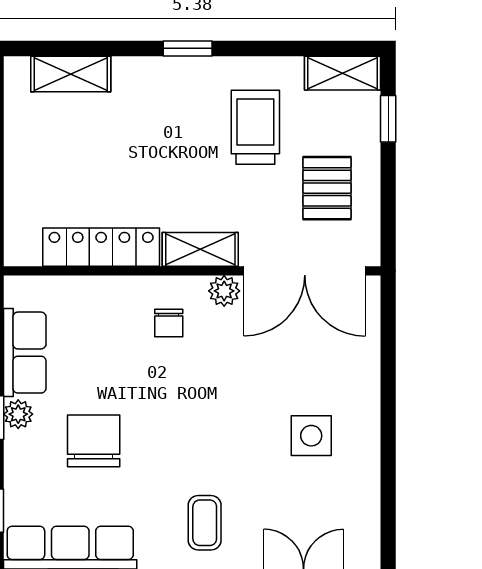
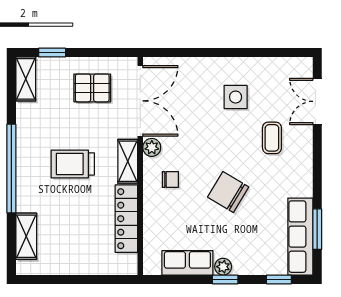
window: (188, 48) -> (11, 169), width x3.17
trolley: (255, 127) -> (73, 164), moved
chair: (94, 441) -> (228, 192), moved, turned 31
coffee table: (205, 523) -> (272, 138), moved, turned 90

